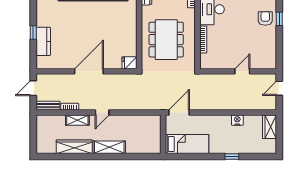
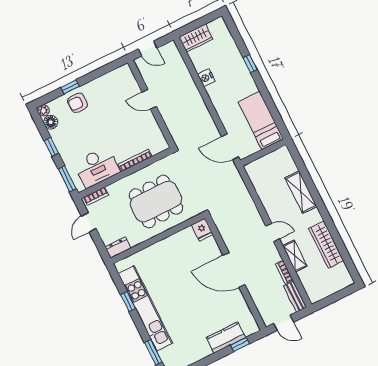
window: (33, 33) -> (240, 344), moved
shelving: (109, 147) -> (301, 192), moved

